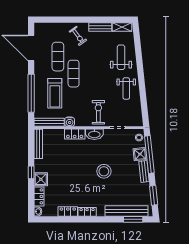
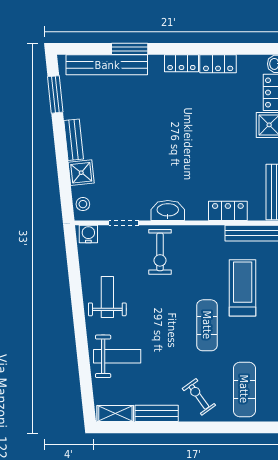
exercise mat: (58, 57) -> (244, 389), moved
weight bench: (121, 57) -> (117, 356), turned -90
water cooler: (70, 122) -> (88, 234), moved
locker: (75, 134) -> (228, 211), moved
window: (149, 155) -> (63, 172), removed
stool: (104, 171) -> (150, 140), removed
window: (133, 219) -> (130, 49), moved

